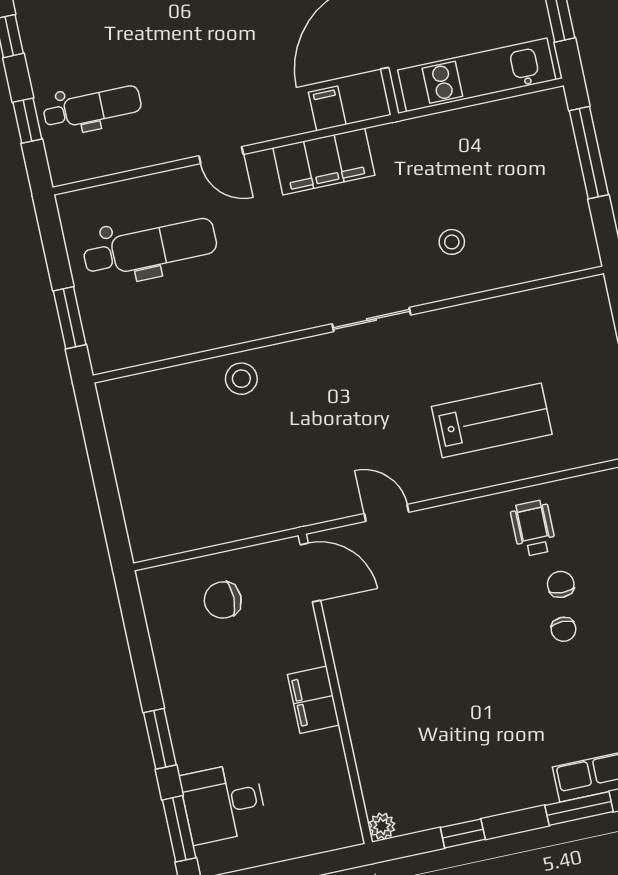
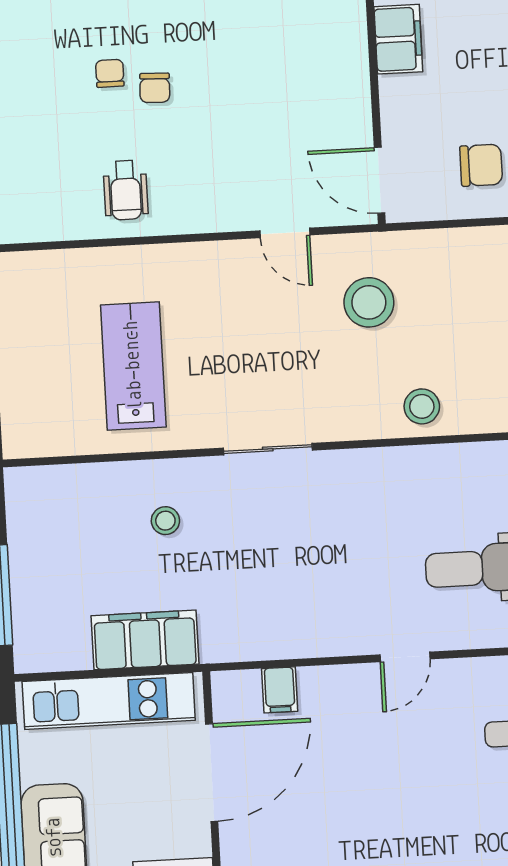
door: (221, 155) -> (405, 657), swing flipped
filing cabinet: (324, 161) -> (145, 640), moved
lab bench: (492, 420) -> (133, 366), moved, turned 90
stool: (303, 463) -> (369, 302), added
chair: (561, 584) -> (155, 88), moved

